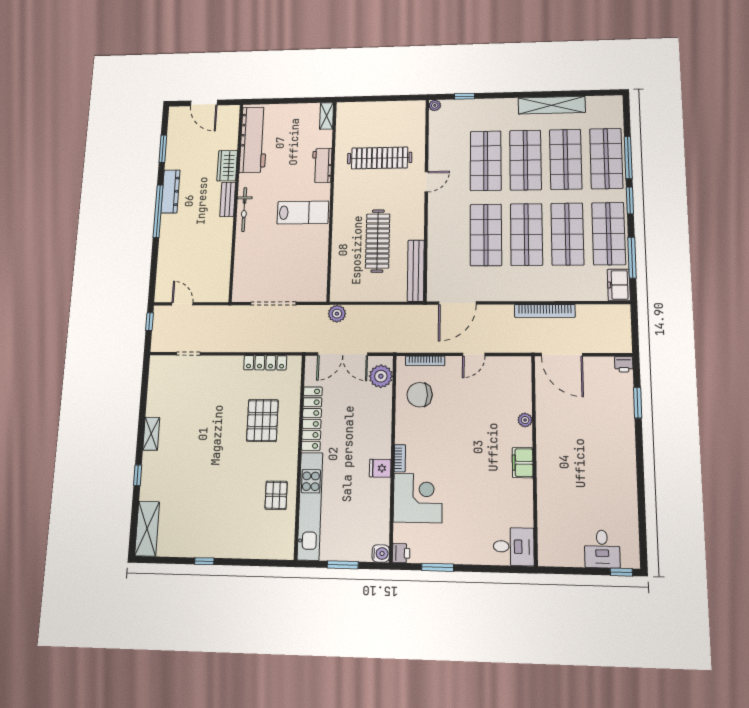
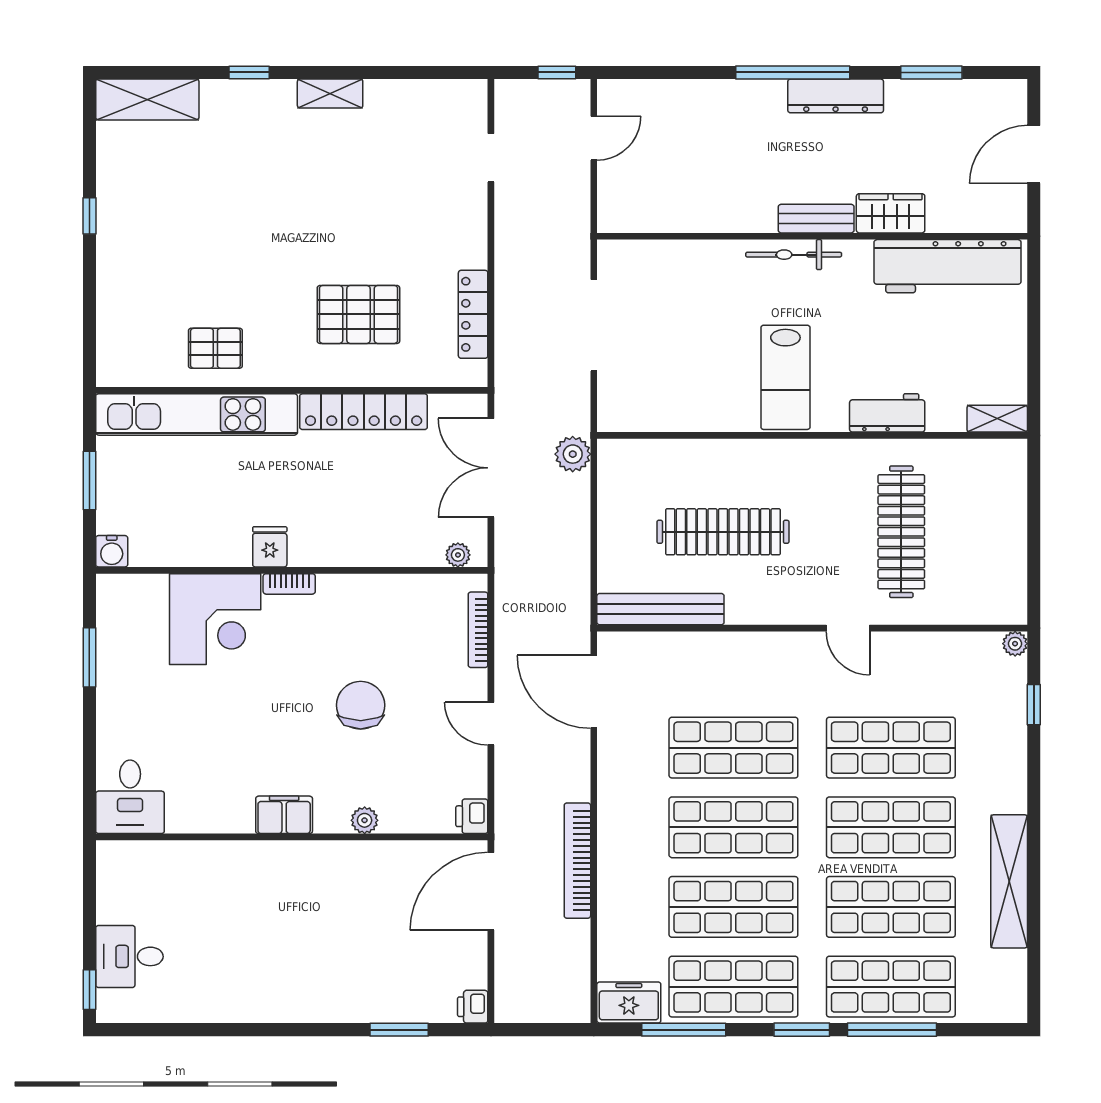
plant: (381, 376) -> (458, 555), width x0.53, depth x0.53
chair: (420, 395) -> (361, 705), moved
printer: (401, 553) -> (472, 816), moved, turned 90

